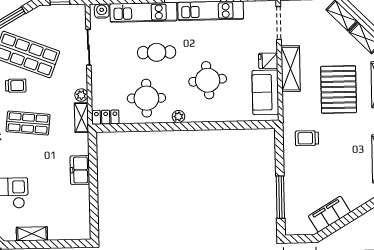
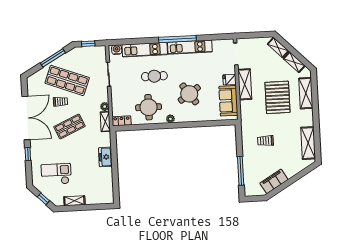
round table: (208, 80) -> (189, 94), turned -30
shop shelf: (28, 123) -> (69, 126), turned -30
trolley: (307, 138) -> (266, 141), moved

